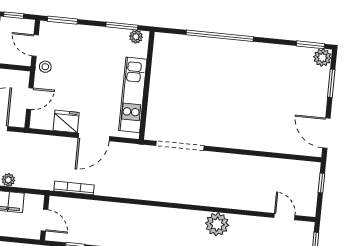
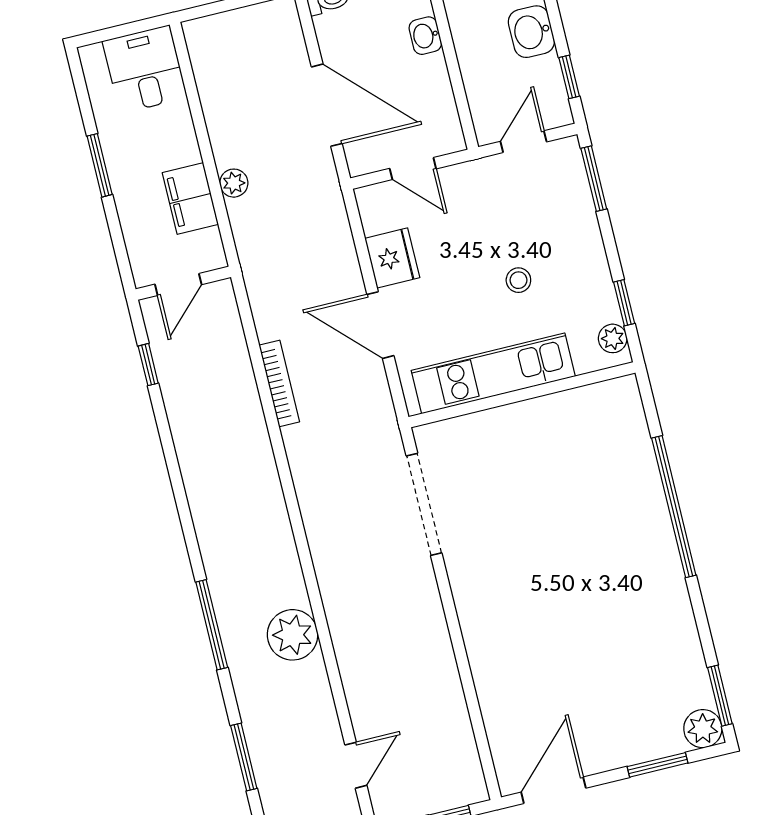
window: (122, 26) -> (624, 303), width x0.67
stool: (45, 67) -> (518, 280), moved
bookcase: (74, 188) -> (279, 383), moved

